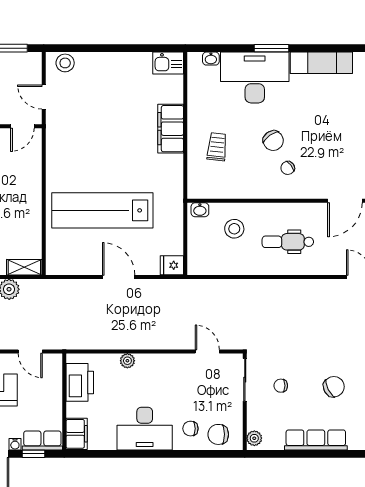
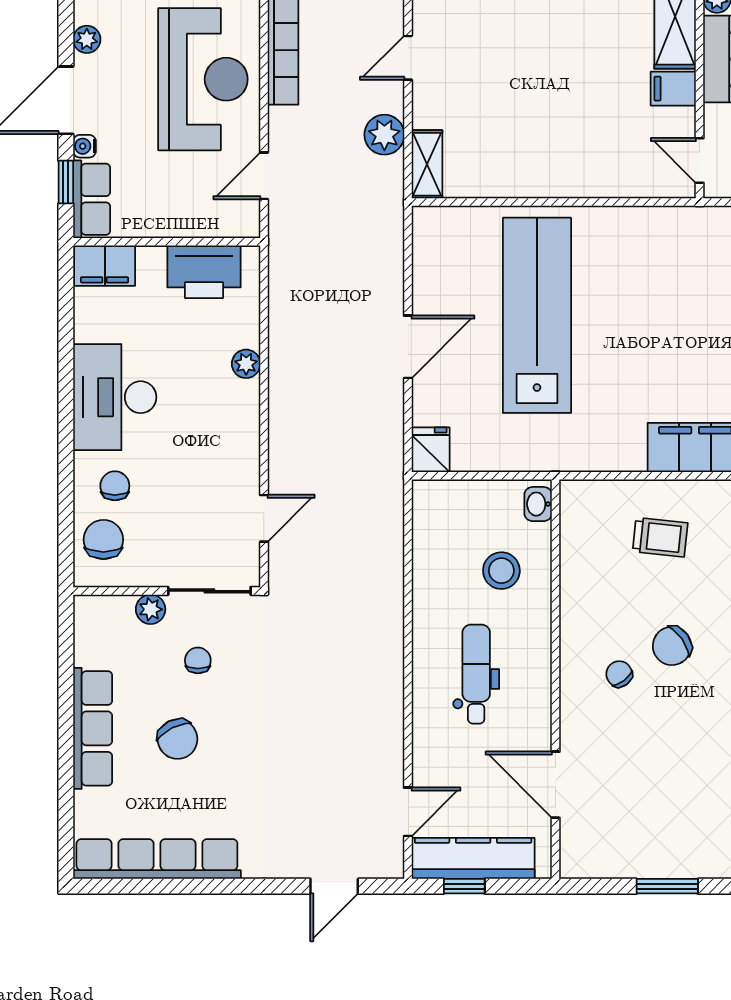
chair: (334, 387) -> (178, 739), moved
plant: (254, 438) -> (151, 609), moved

